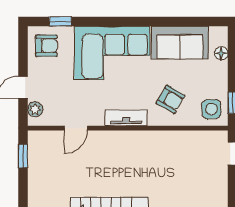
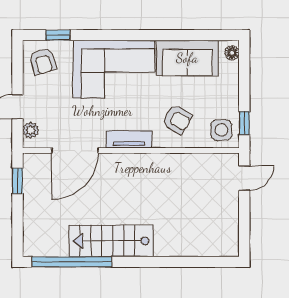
armchair: (46, 46) -> (43, 61), turned 74
floor lamp: (221, 53) -> (232, 53), moved
door: (76, 128) -> (75, 151), width x1.87

